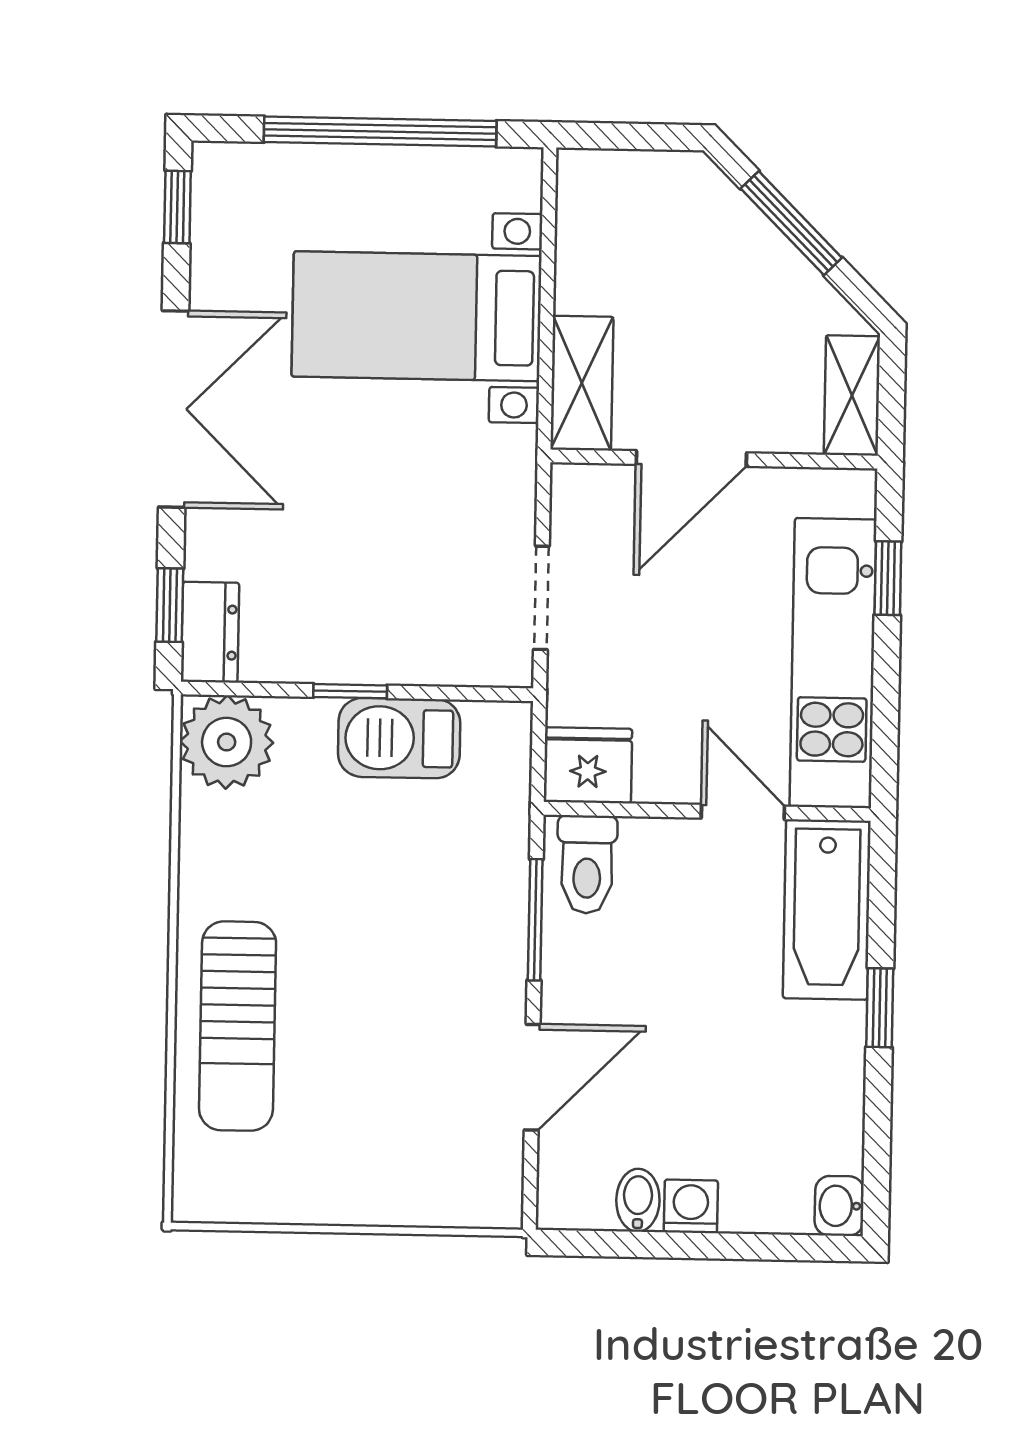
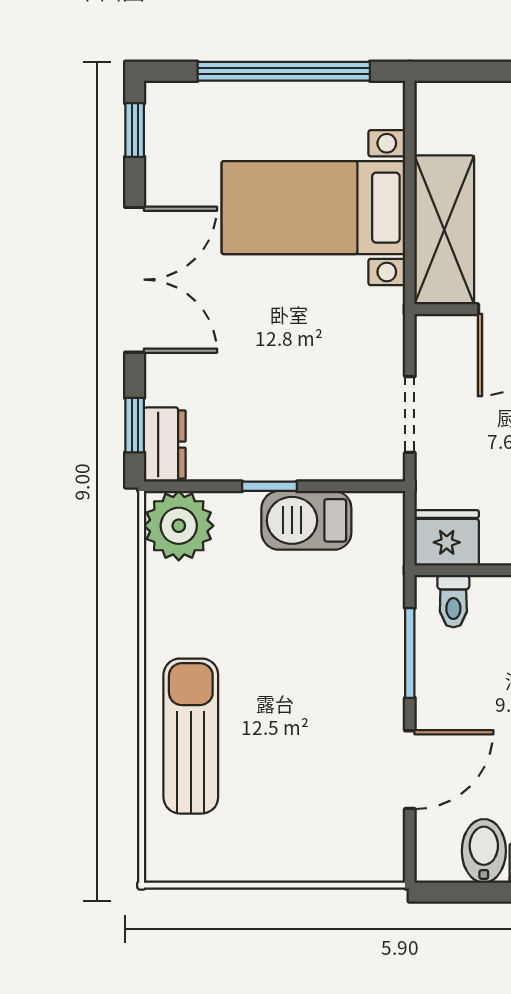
shelving: (582, 383) -> (444, 230), width x1.50, depth x1.33
toilet: (587, 864) -> (453, 601), width x0.73, depth x0.72
sun lounger: (238, 1026) -> (191, 736), turned 180
bidet: (638, 1200) -> (484, 851), width x1.38, depth x1.36

